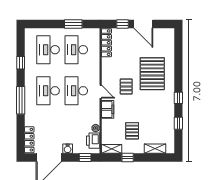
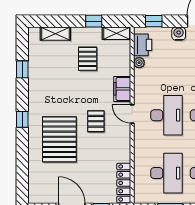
window: (178, 98) -> (22, 119), moved

